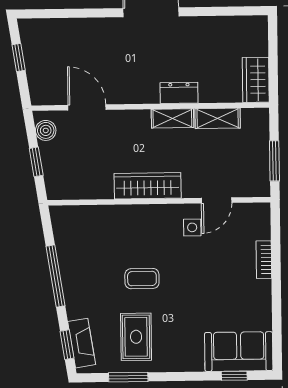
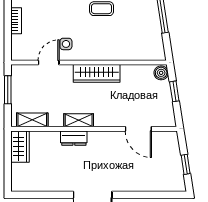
shelving: (218, 118) -> (32, 120), moved
boiler: (46, 130) -> (161, 73), moved

